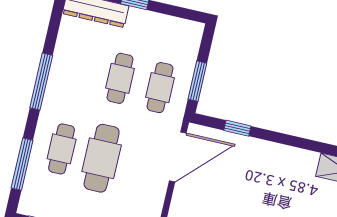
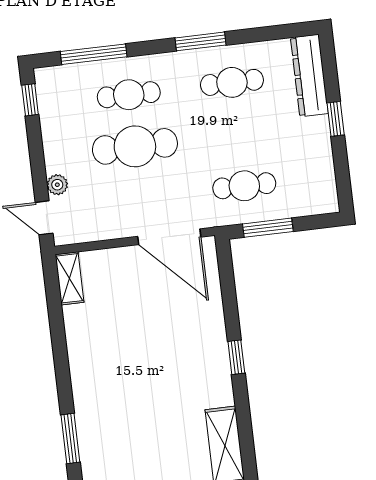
cafe table: (120, 78) -> (232, 82), moved
window: (41, 81) -> (201, 41), width x0.69
window: (237, 128) -> (236, 357), moved

